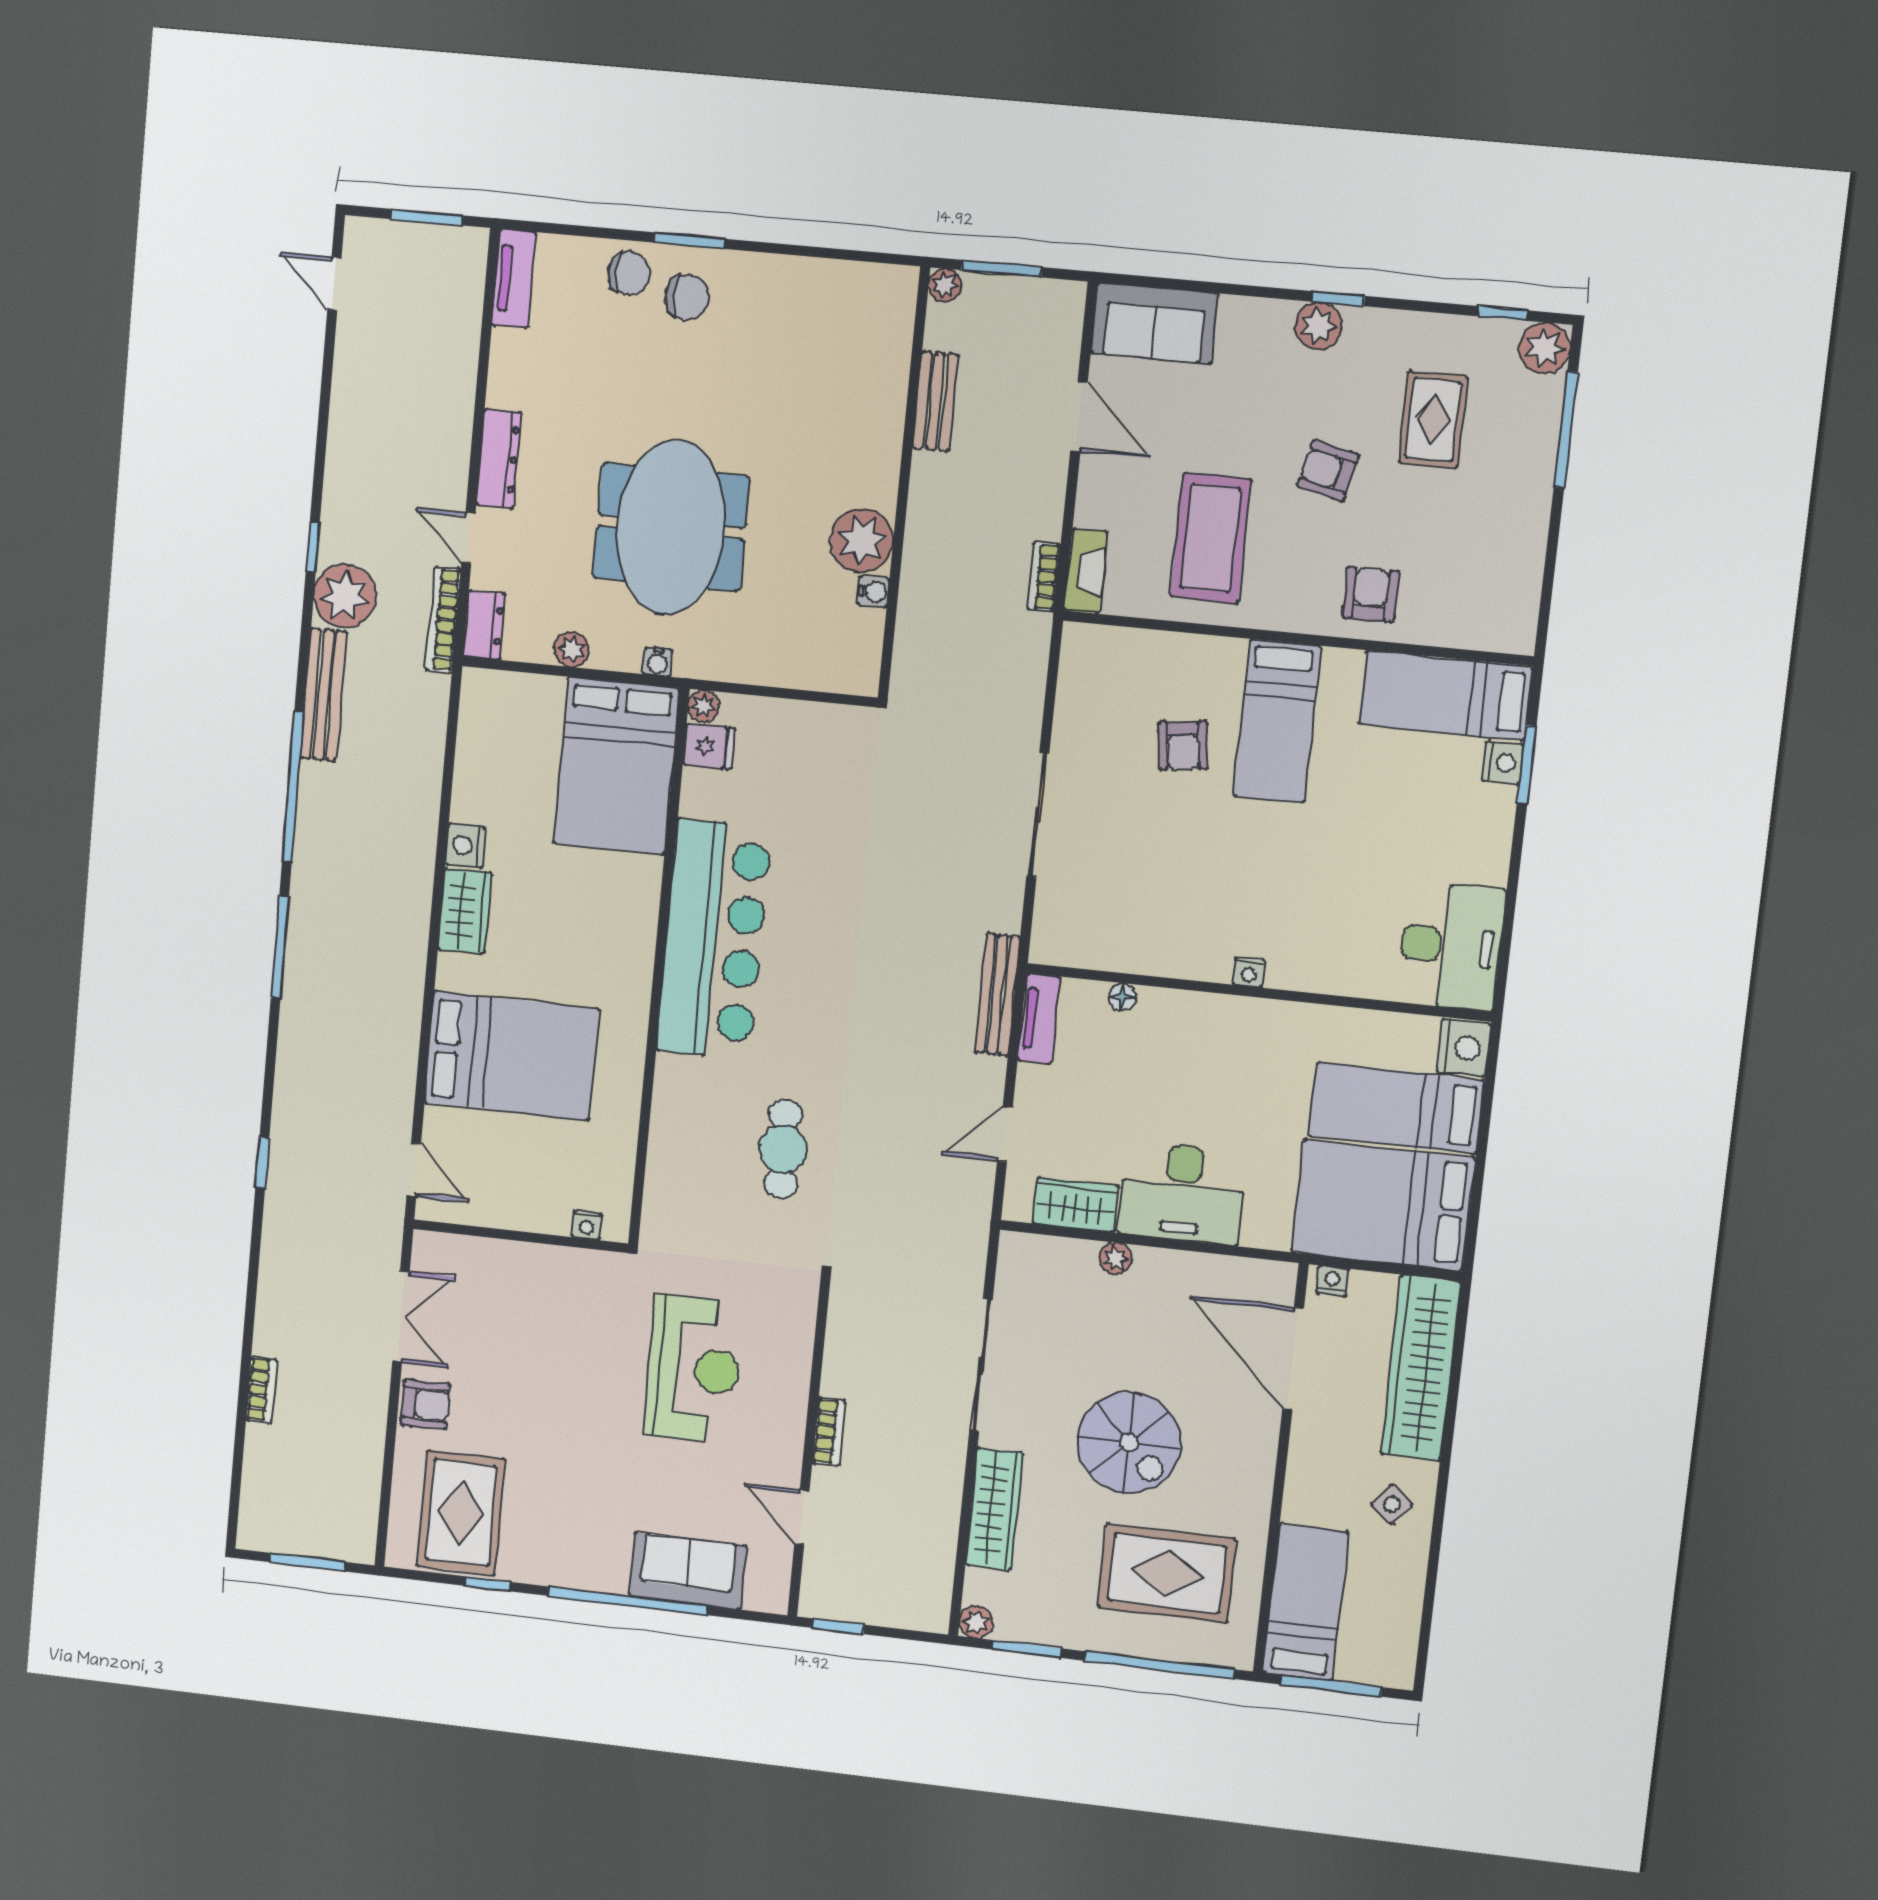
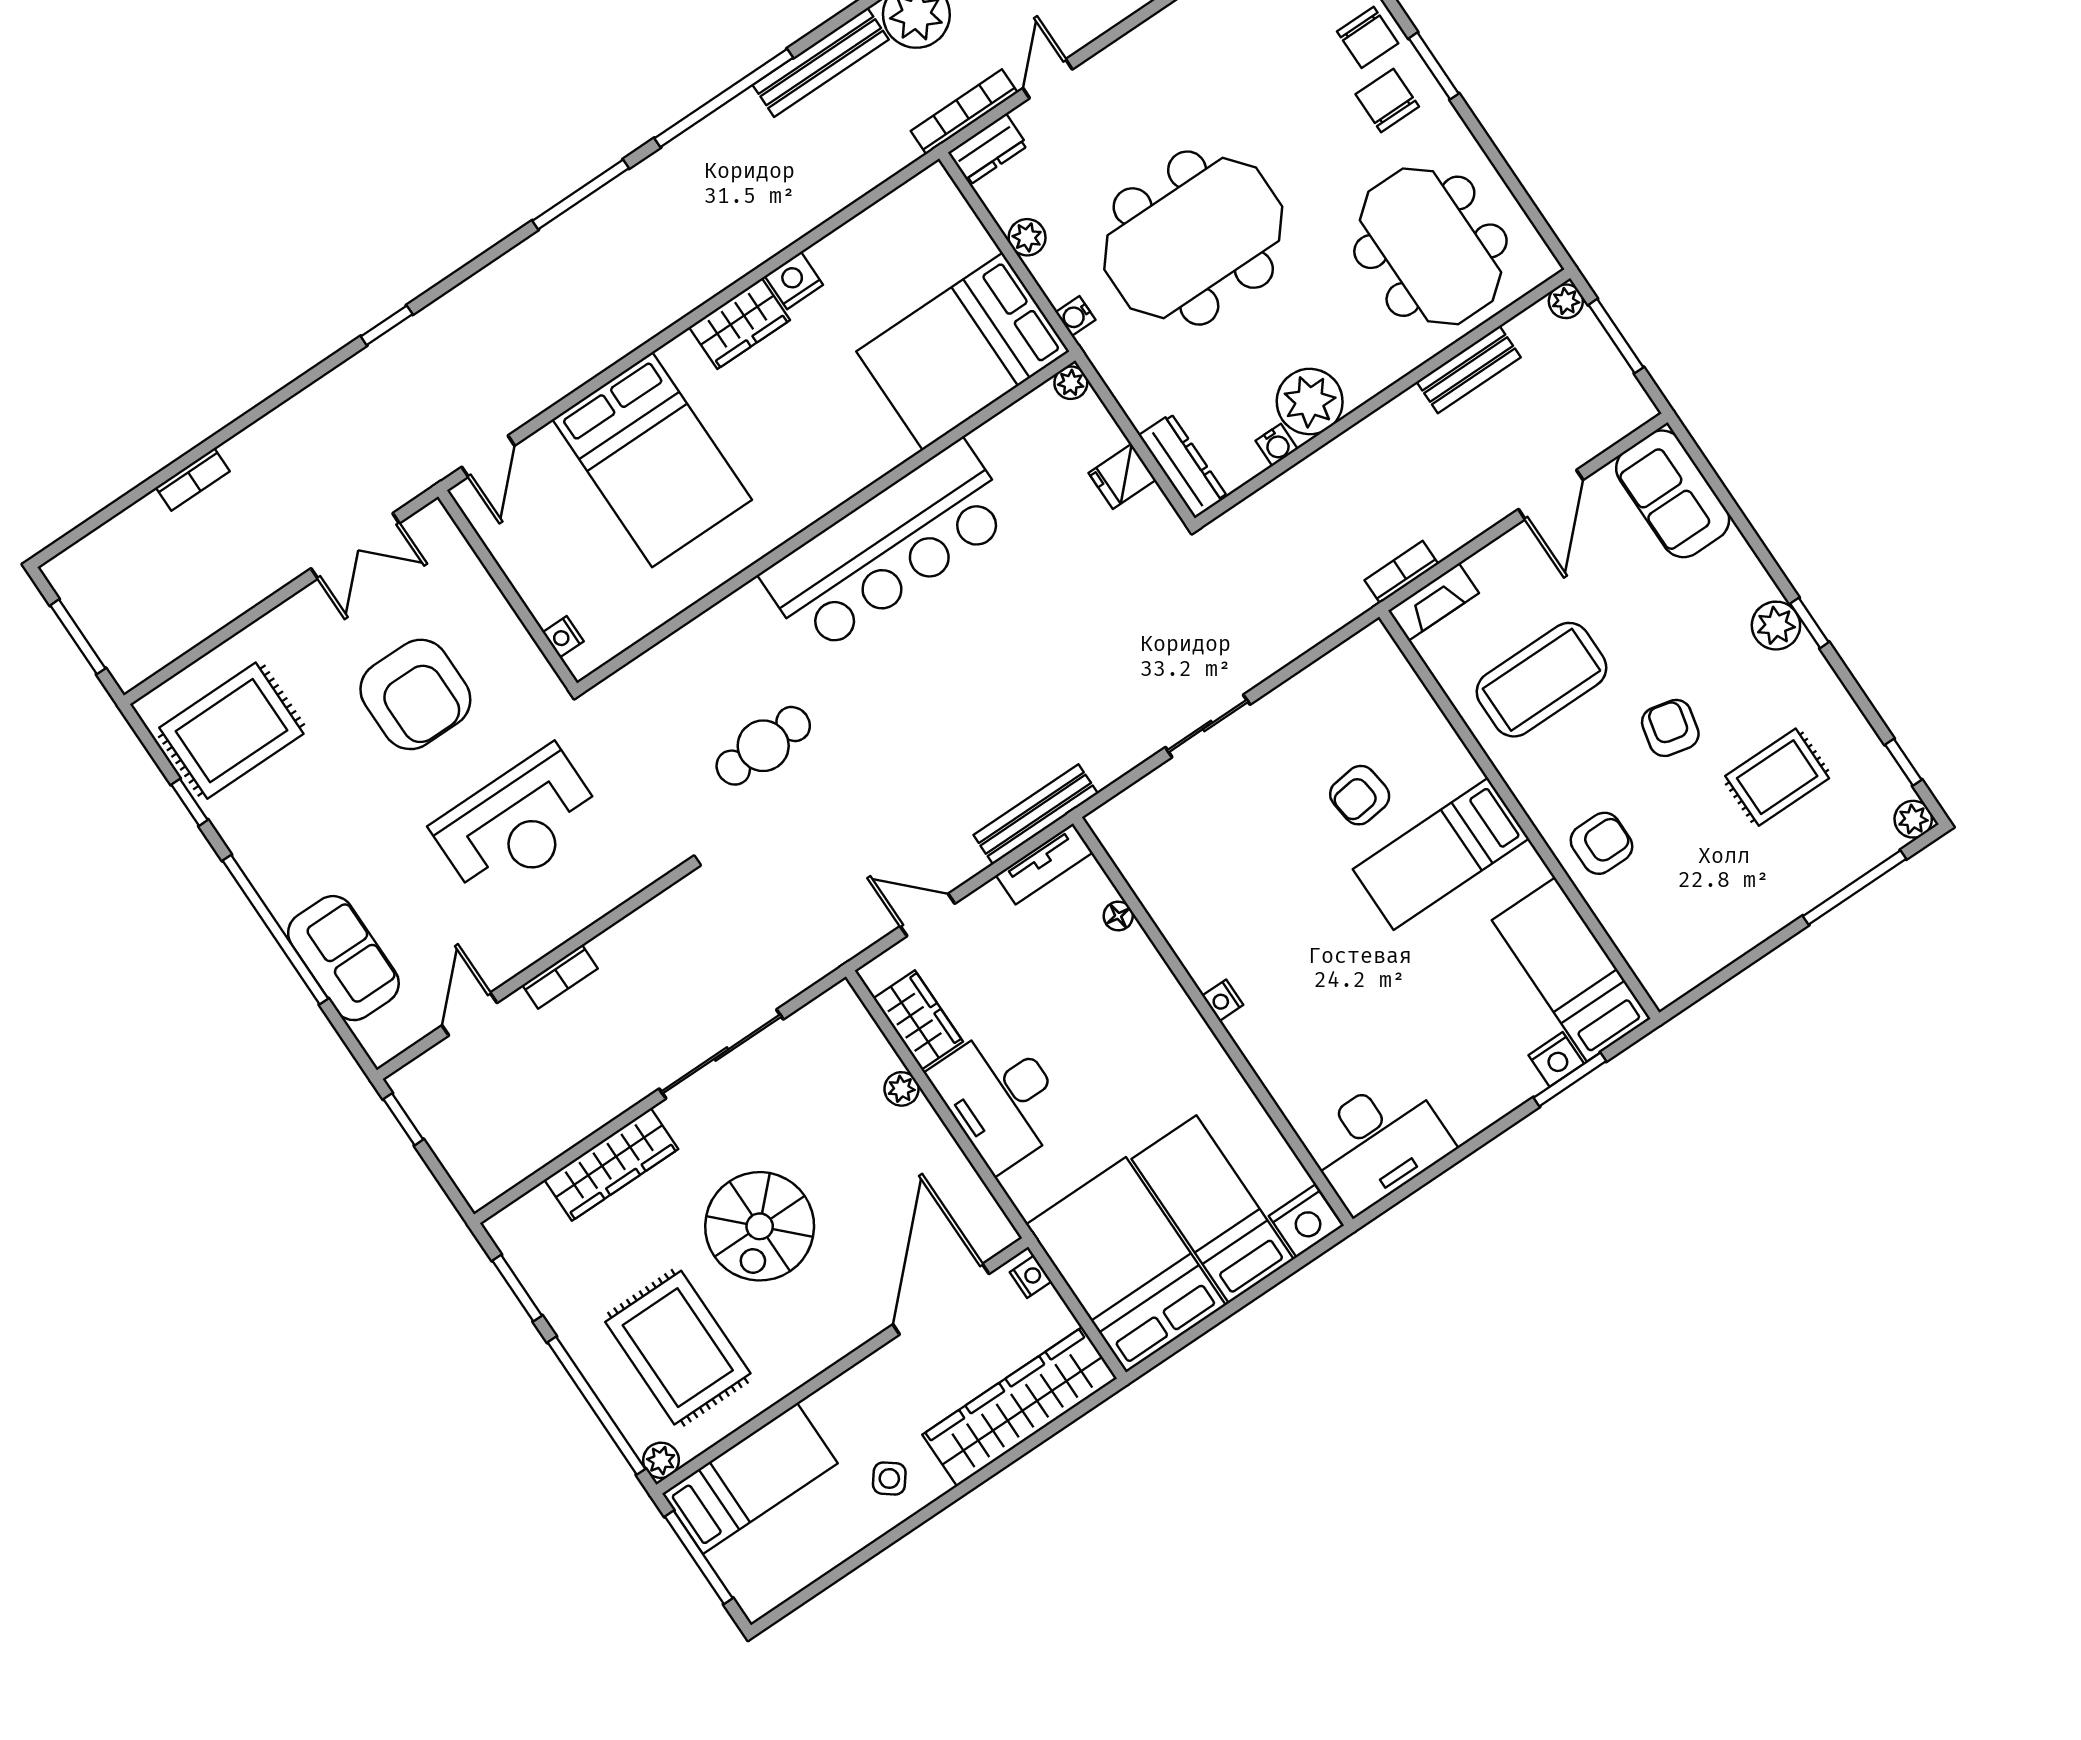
chair: (687, 297) -> (1387, 100), turned 180
plant: (1545, 348) -> (1913, 819), width x0.73, depth x0.73
meeting table: (821, 354) -> (1430, 246), added
dresser: (499, 459) -> (1183, 466), moved, turned -90
fridge: (709, 746) -> (1122, 476), moved, turned 90
sliding door: (1038, 815) -> (1208, 726), width x0.73
armchair: (426, 1404) -> (415, 694), moved, width x1.88, depth x1.88
plant: (976, 1622) -> (661, 1460), moved

